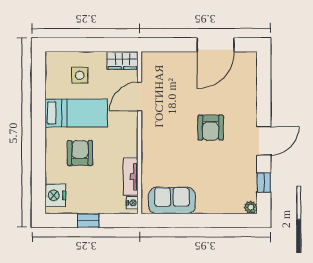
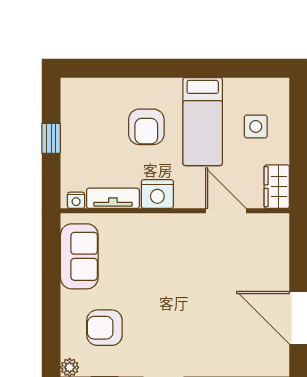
armchair: (211, 128) -> (104, 328), moved
armchair: (80, 153) -> (146, 127), turned 90
nightstand: (55, 195) -> (157, 194), moved, turned 180

